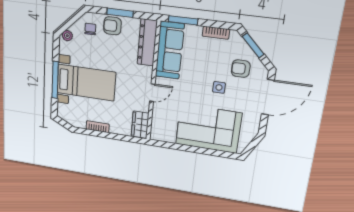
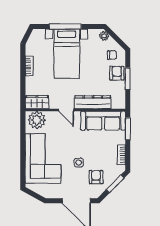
dresser: (147, 42) -> (93, 102), moved
plant: (161, 128) -> (37, 120), added

